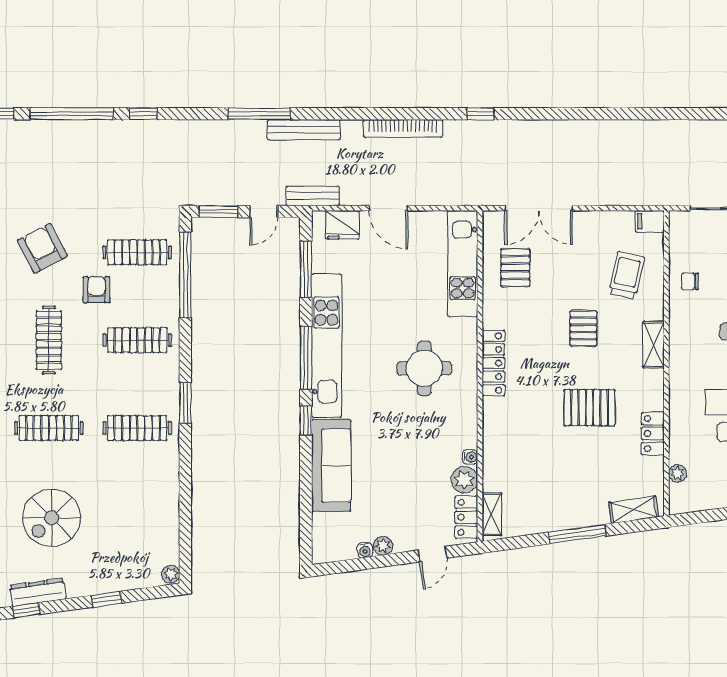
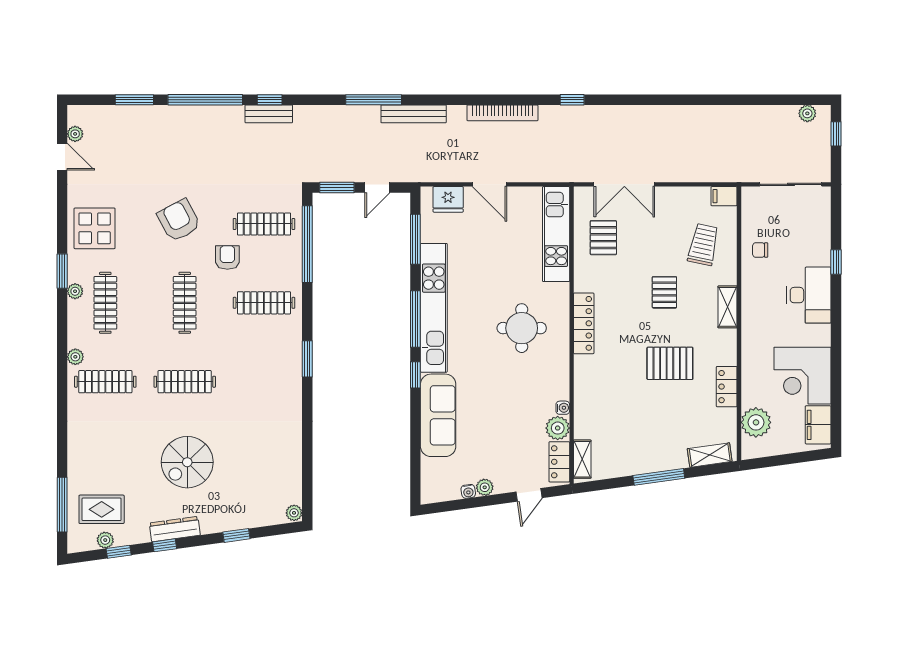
bench: (313, 196) -> (269, 114), moved
clothes rail: (137, 428) -> (264, 382), removed
plant: (678, 473) -> (756, 422), width x1.88, depth x1.88

